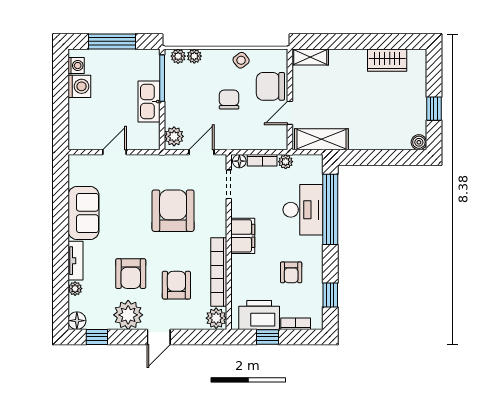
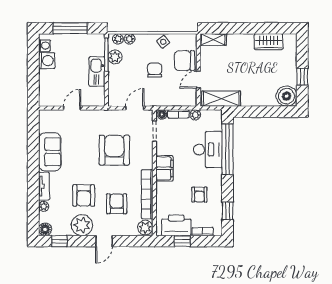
plant: (174, 136) -> (115, 57), moved
boiler: (419, 142) -> (287, 96), width x1.86, depth x1.86

